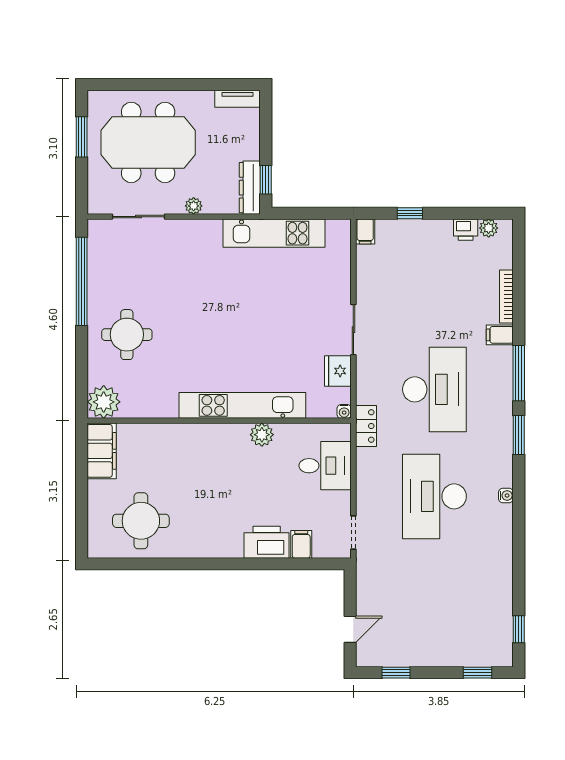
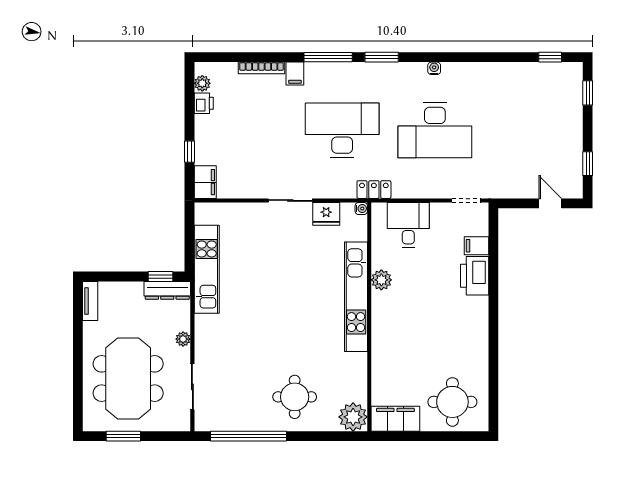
filing cabinet: (365, 231) -> (205, 182), width x2.00
round table: (141, 521) -> (452, 402), moved

